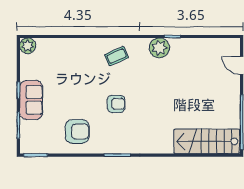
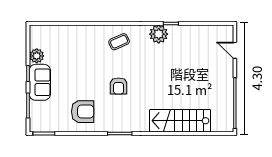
plant: (28, 46) -> (37, 56), moved
armchair: (116, 104) -> (119, 86), turned 90
stairs: (207, 141) -> (180, 121), moved

